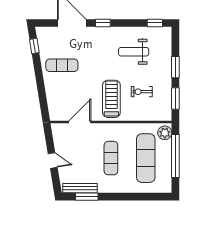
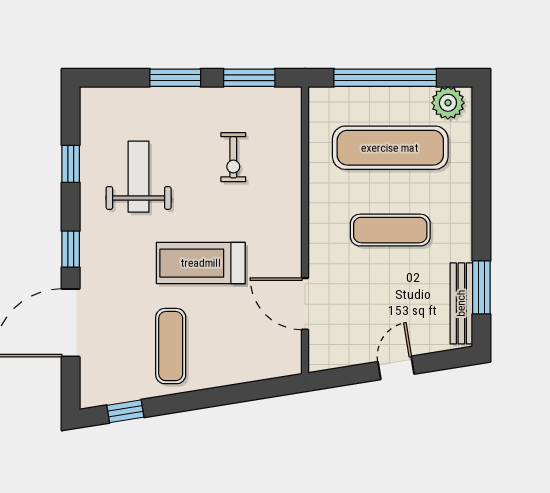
window: (155, 23) -> (71, 164), moved
weight bench: (134, 52) -> (139, 177), turned 180
treadmill: (111, 99) -> (201, 263), moved
plant: (165, 133) -> (448, 103), moved

